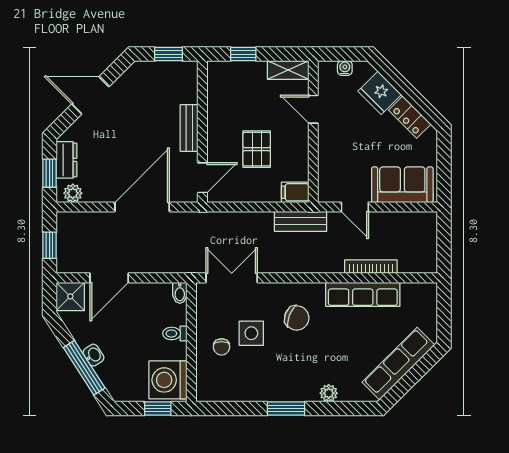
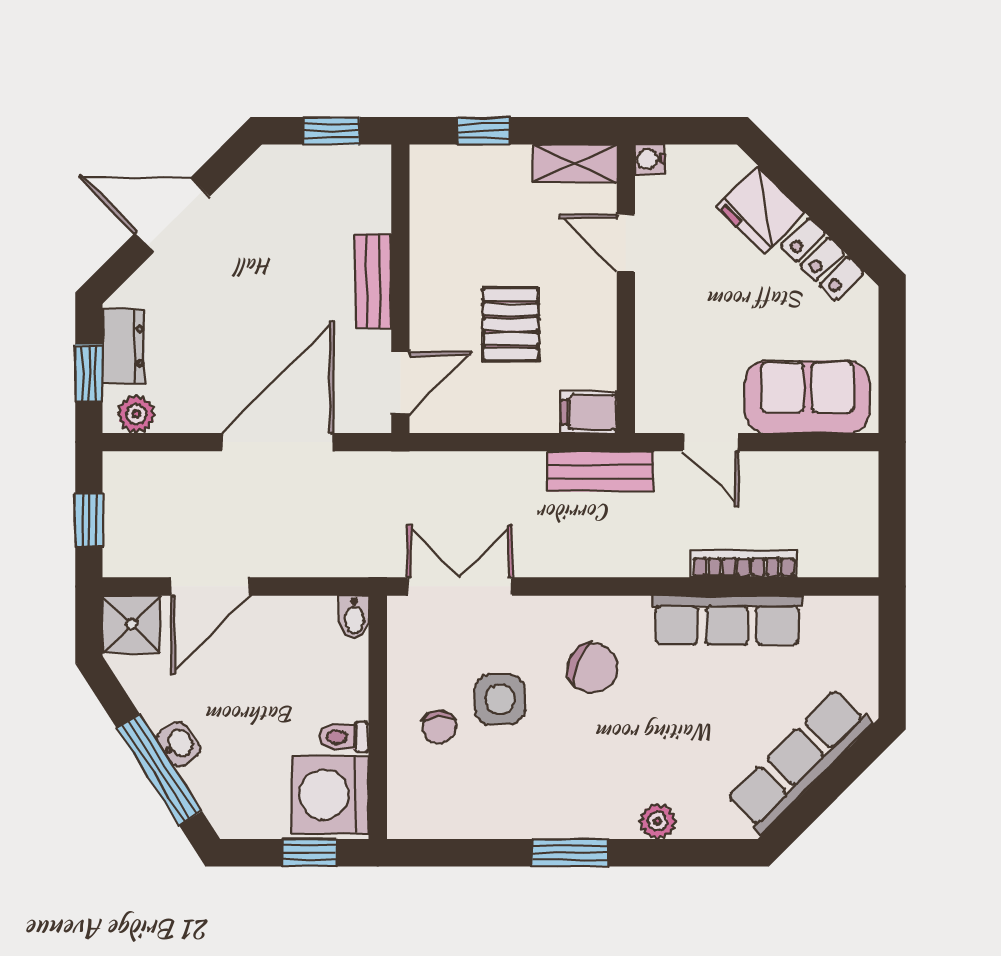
water cooler: (345, 68) -> (650, 159), moved, turned -90
toilet: (175, 333) -> (344, 737), moved

